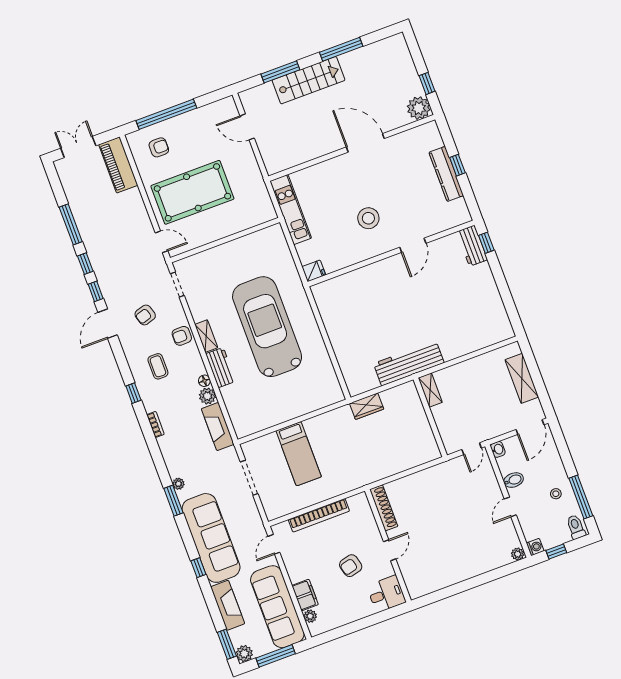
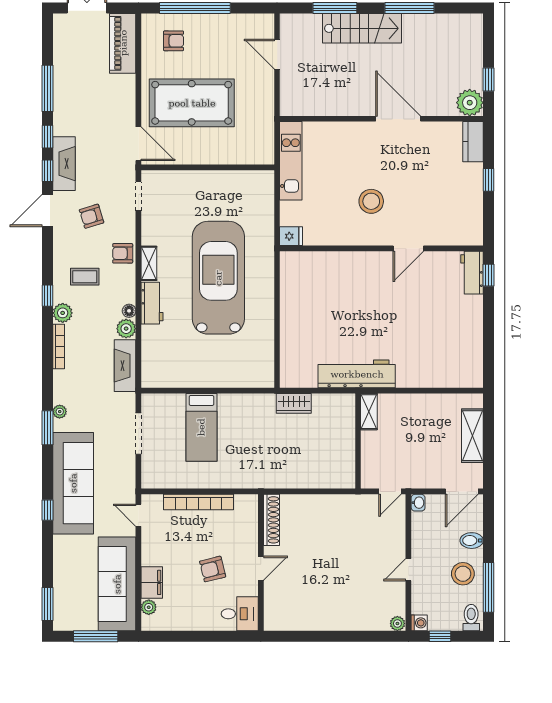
kitchen counter: (446, 174) -> (473, 142), moved, width x0.67
door: (161, 242) -> (138, 144), width x1.38
coffee table: (158, 366) -> (85, 277), turned 90
bookcase: (155, 424) -> (59, 346), width x1.56
bidet: (514, 480) -> (472, 541), moved, turned 180
stool: (556, 494) -> (463, 574), width x1.89, depth x1.89
door: (274, 544) -> (138, 515), hinge flipped
fireplace: (228, 605) -> (64, 164), moved
plant: (244, 654) -> (63, 313), moved

